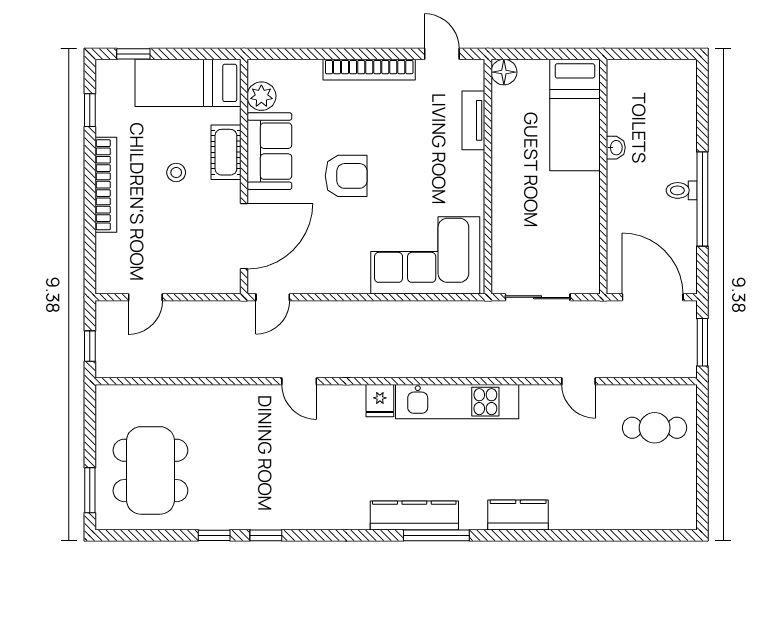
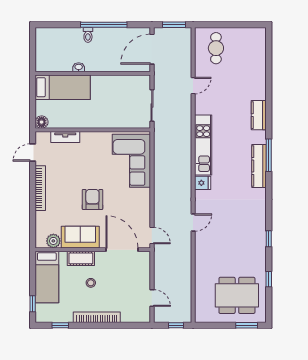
toilet: (682, 190) -> (88, 35), moved
window: (214, 535) -> (269, 279), moved

